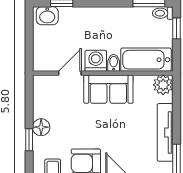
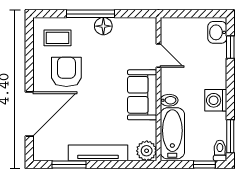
washing machine: (96, 61) -> (216, 100), moved, turned 180
window: (29, 140) -> (90, 14), width x2.17

